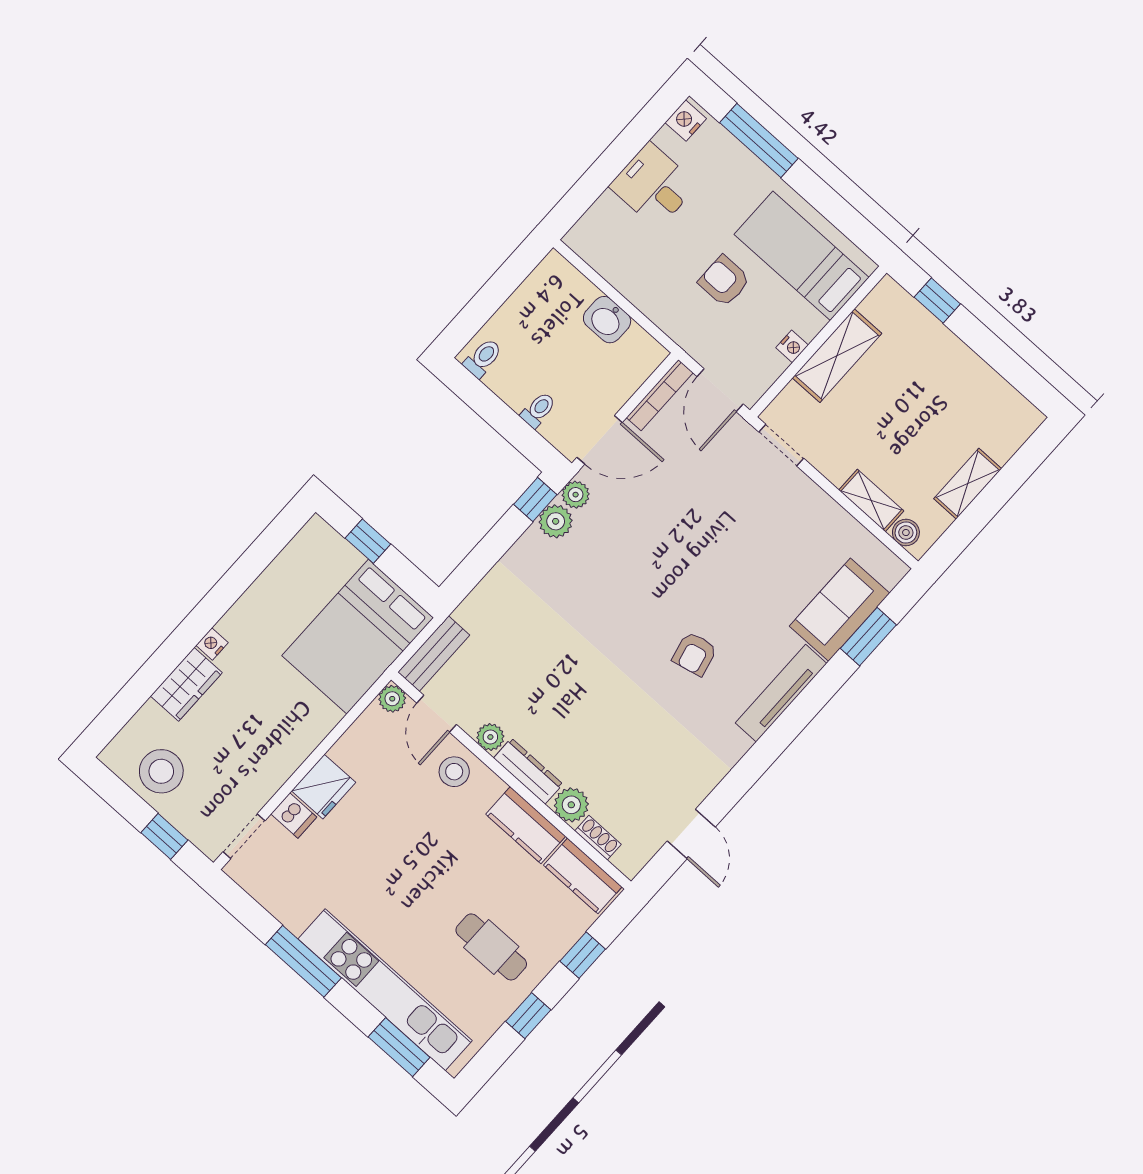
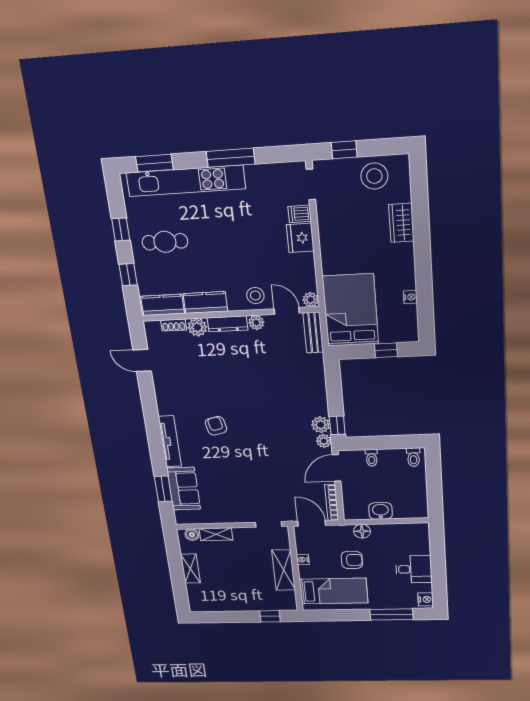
floor lamp: (664, 312) -> (362, 531), added
nightstand: (212, 644) -> (410, 297), moved

